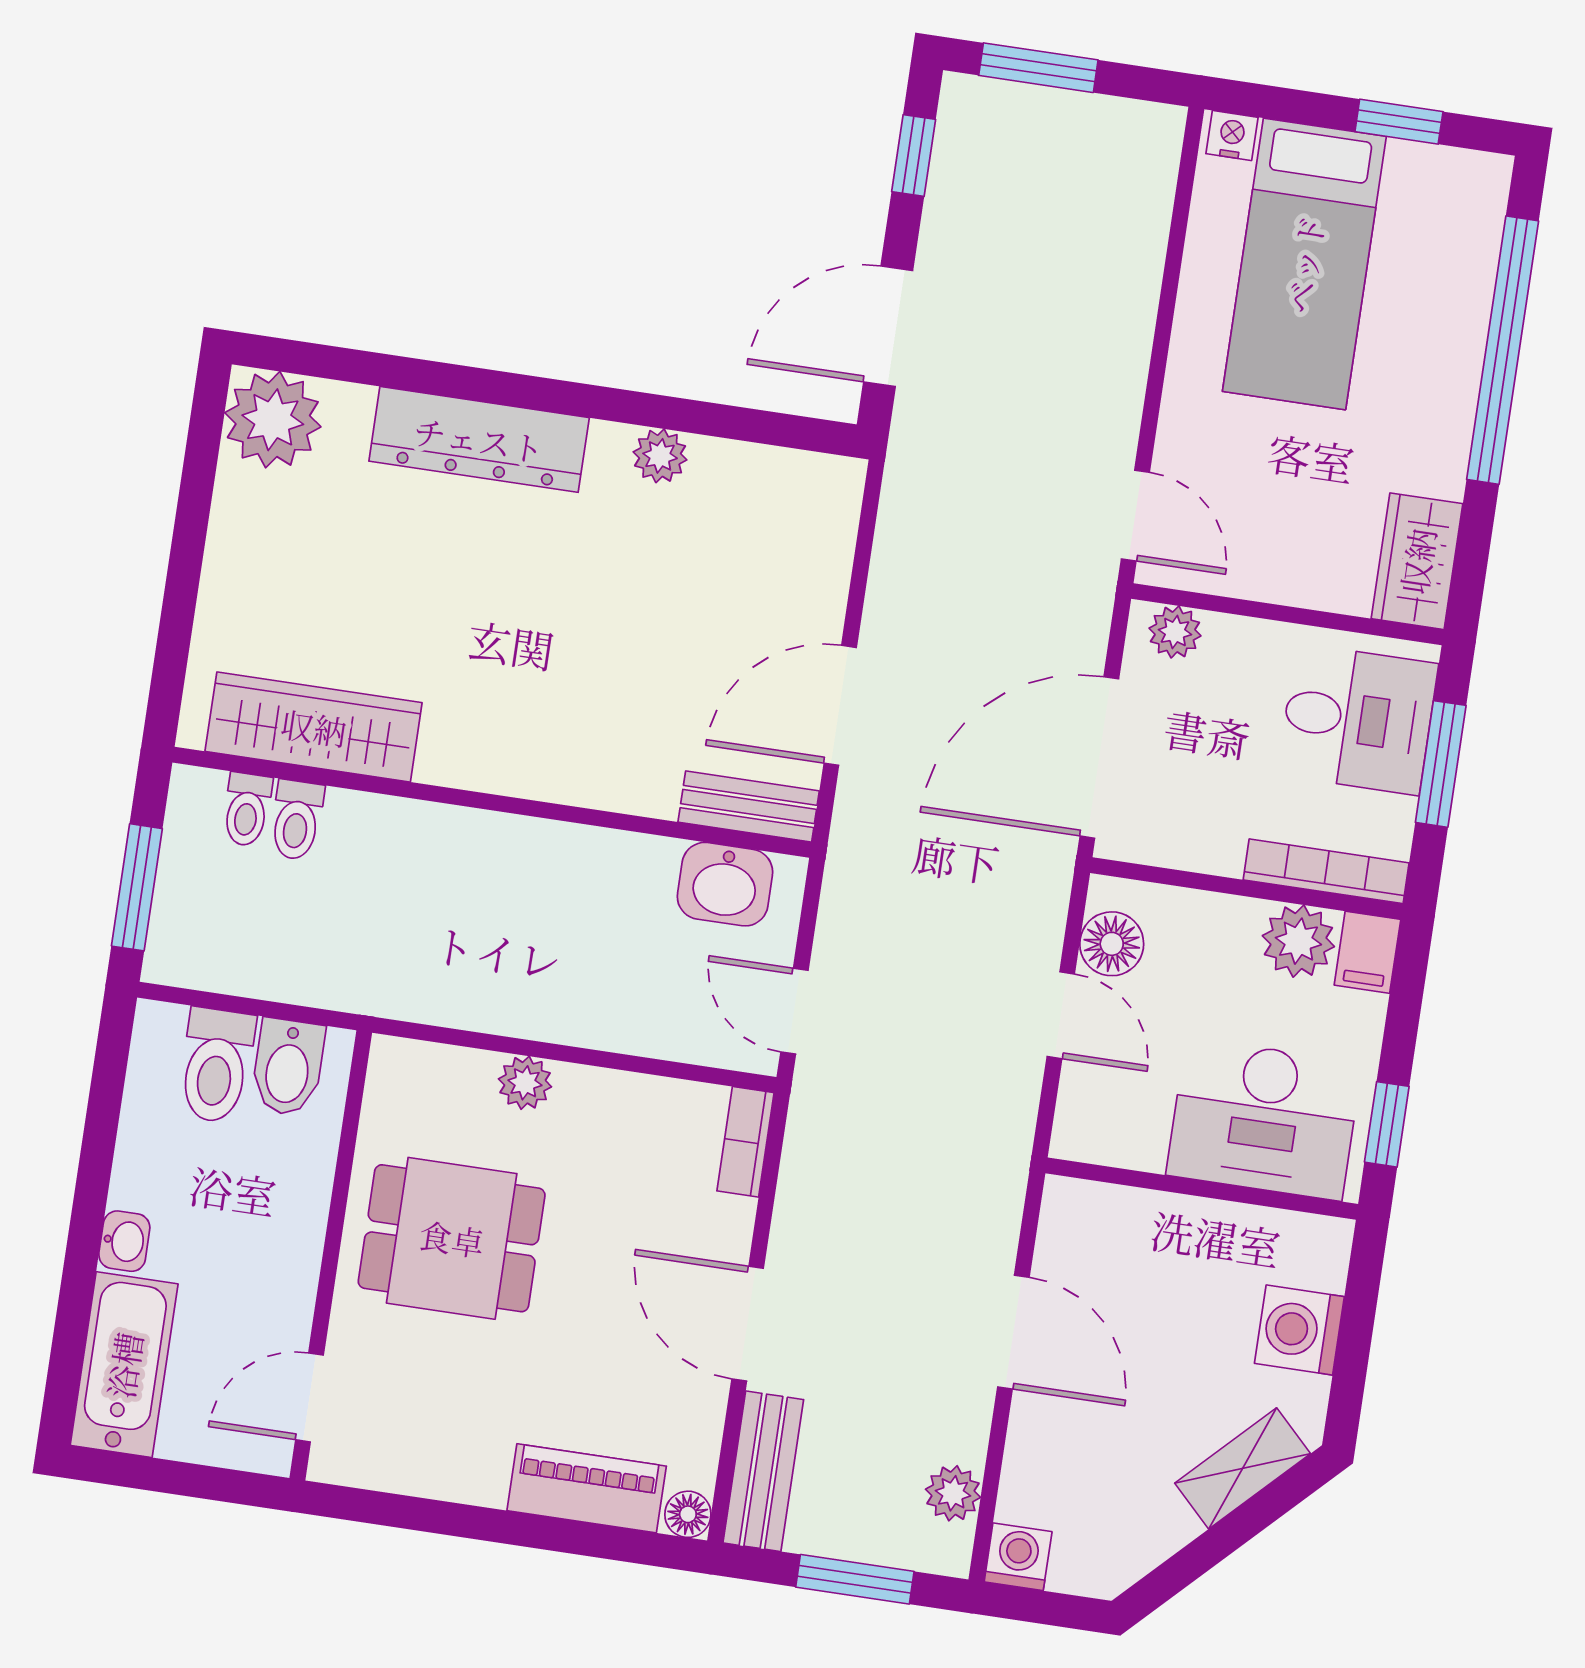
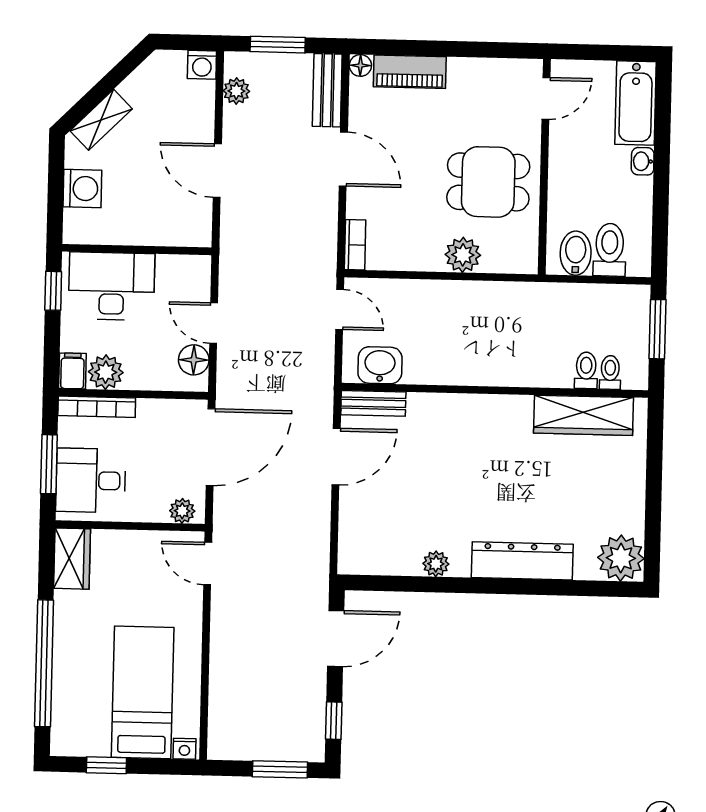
plant: (525, 1083) -> (463, 255), width x1.38, depth x1.38

